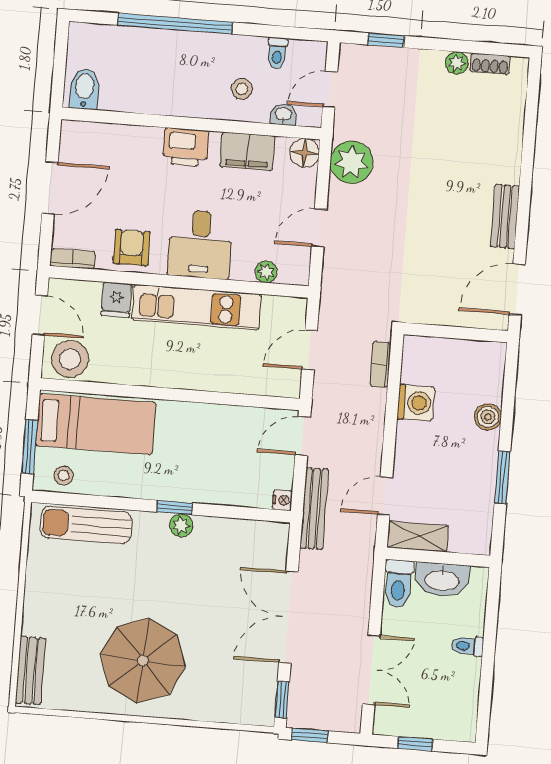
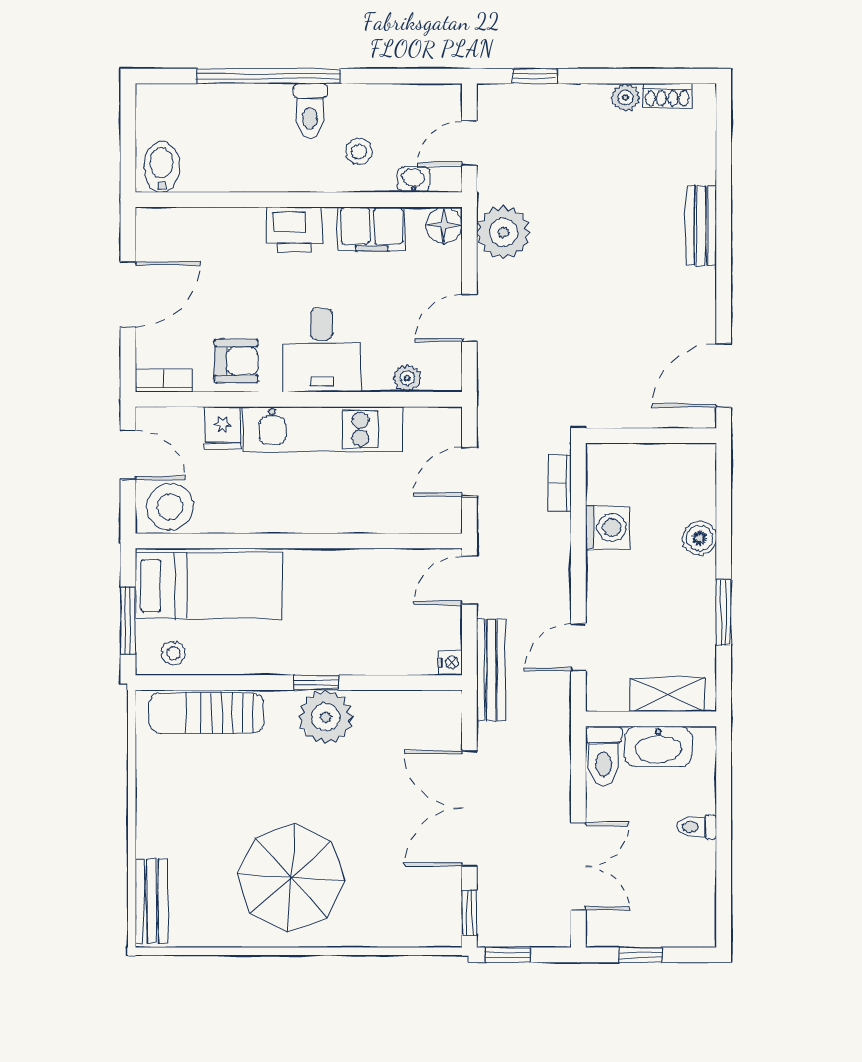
toilet: (277, 53) -> (310, 111), moved, width x1.37, depth x1.39
bench: (505, 217) -> (701, 226), moved
armchair: (132, 248) -> (236, 361), turned 90
plant: (181, 525) -> (326, 717), width x1.88, depth x1.88
shelving: (418, 536) -> (667, 695), moved

